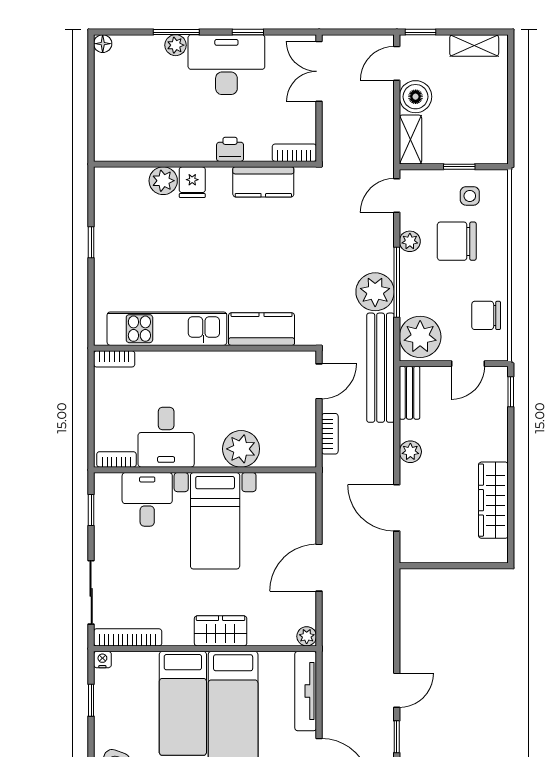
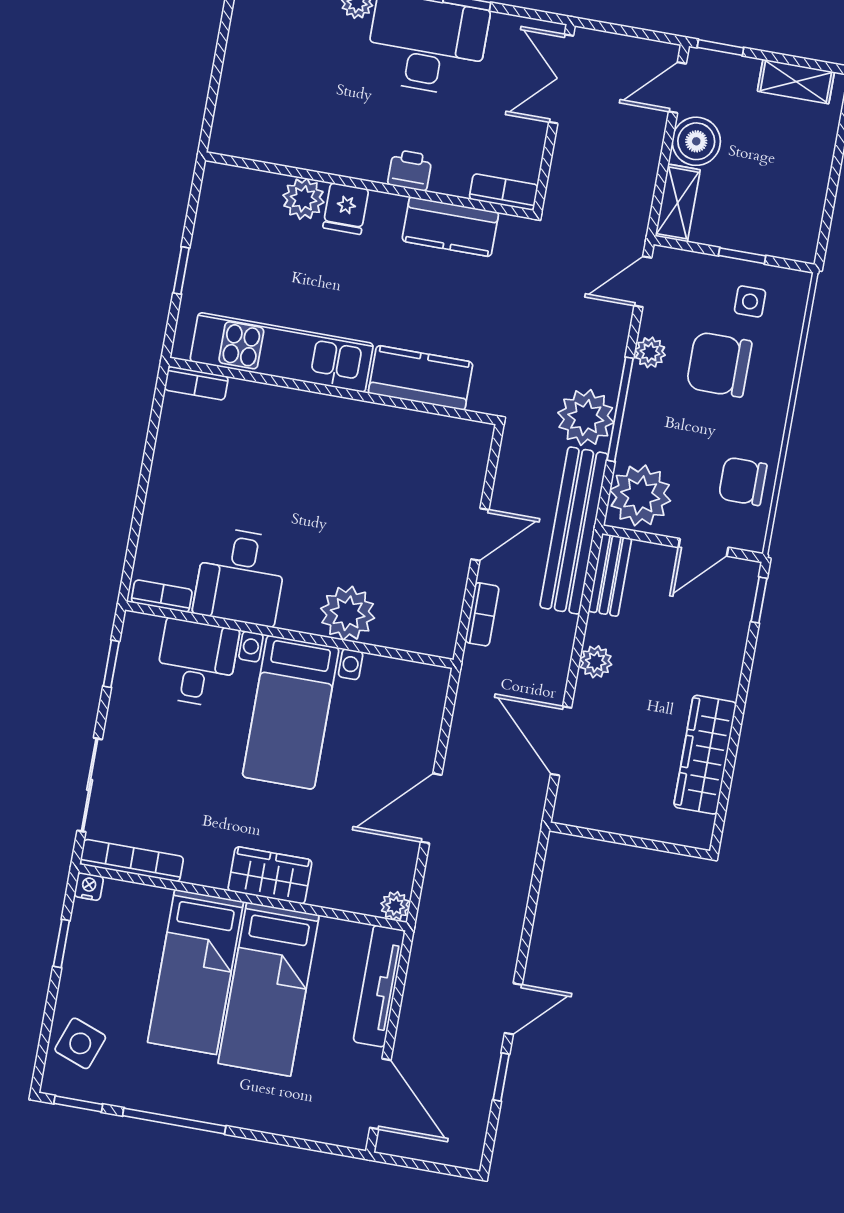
kitchen unit: (167, 329) -> (282, 352), moved
kitchen counter: (262, 329) -> (421, 378), moved
wall: (205, 348) -> (333, 391), moved
bookcase: (114, 359) -> (196, 383), moved

